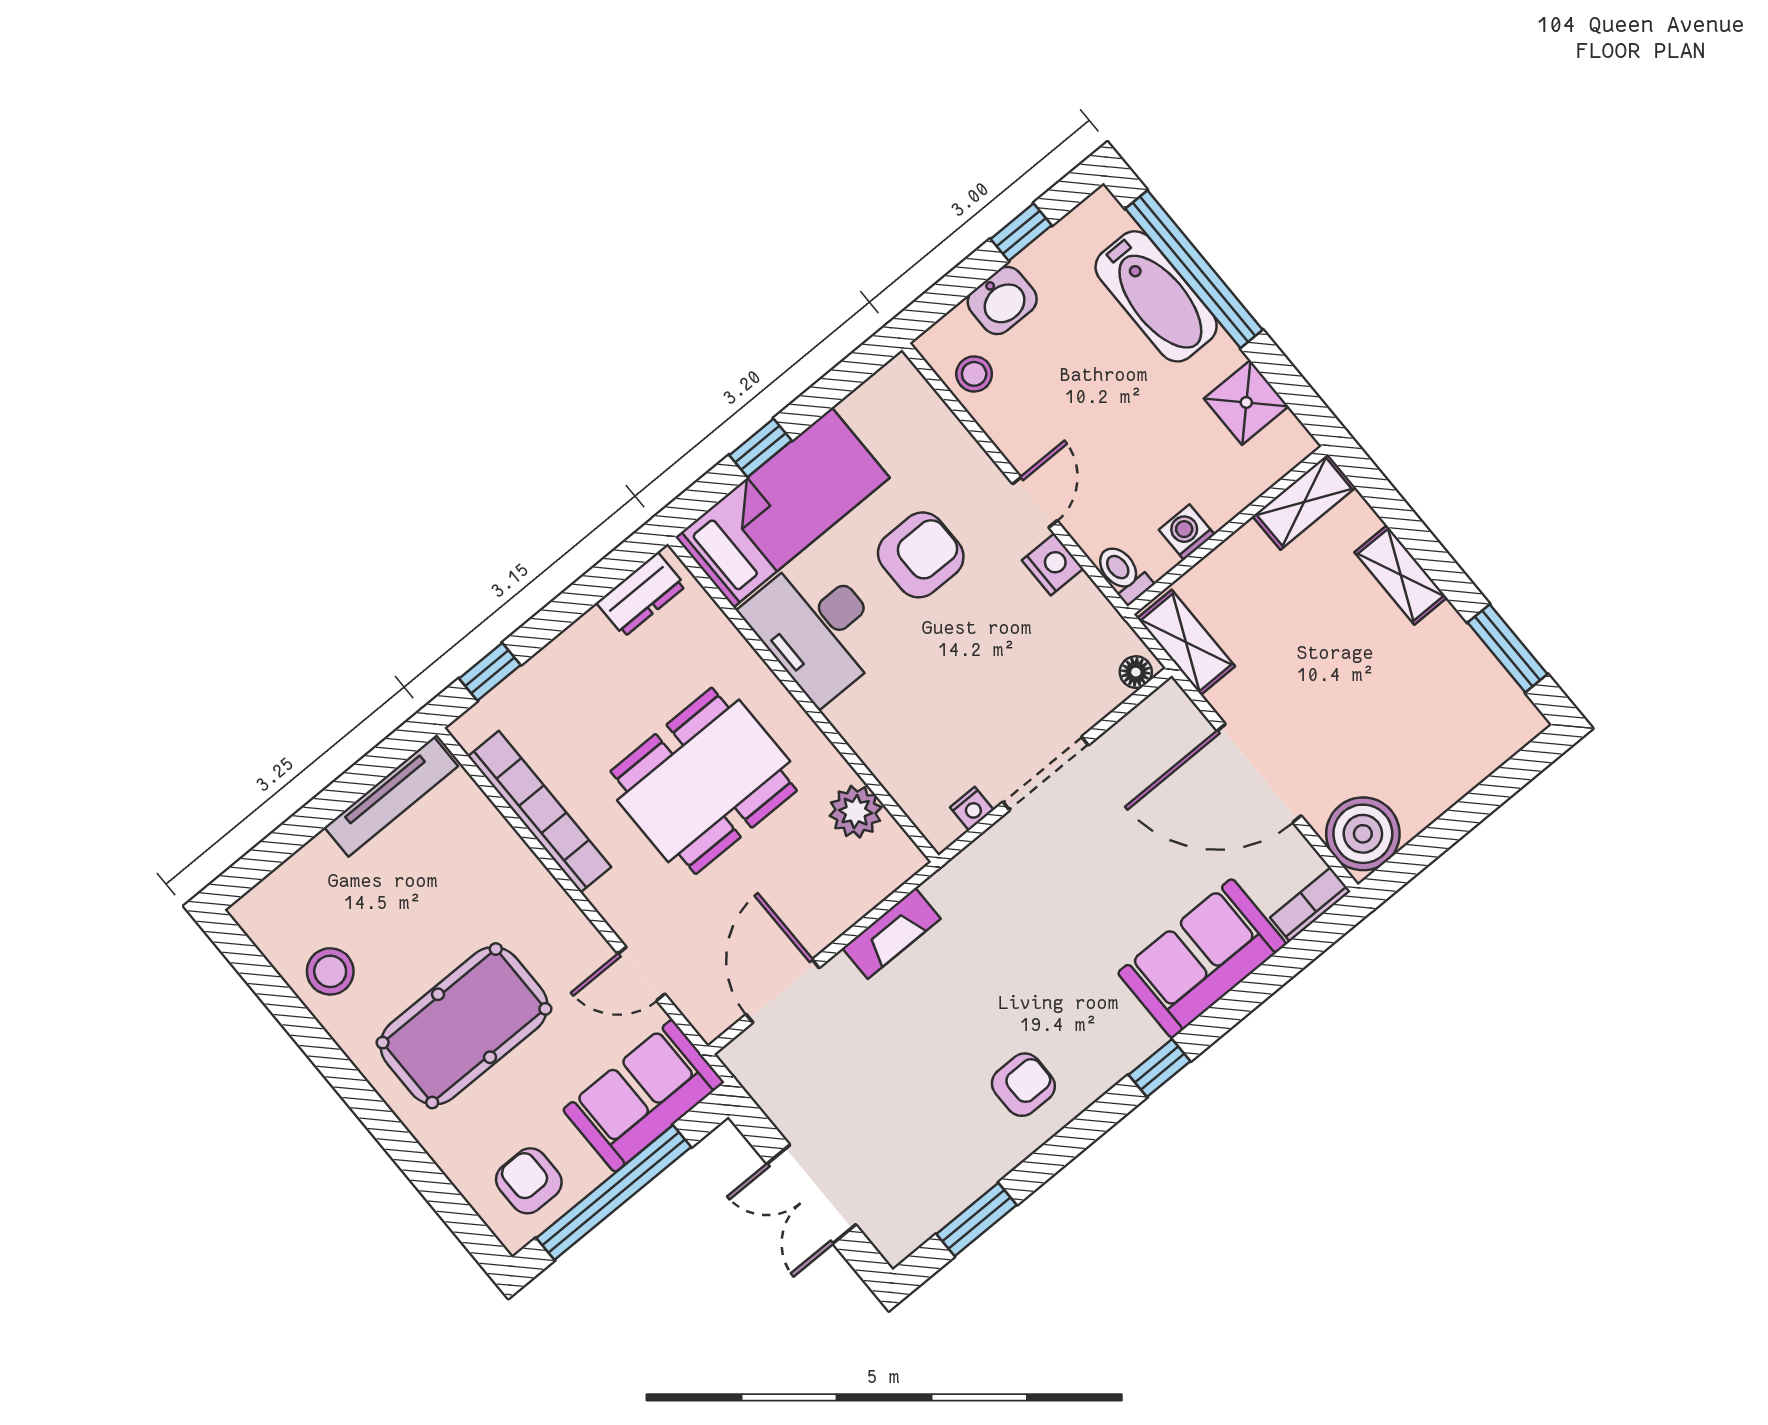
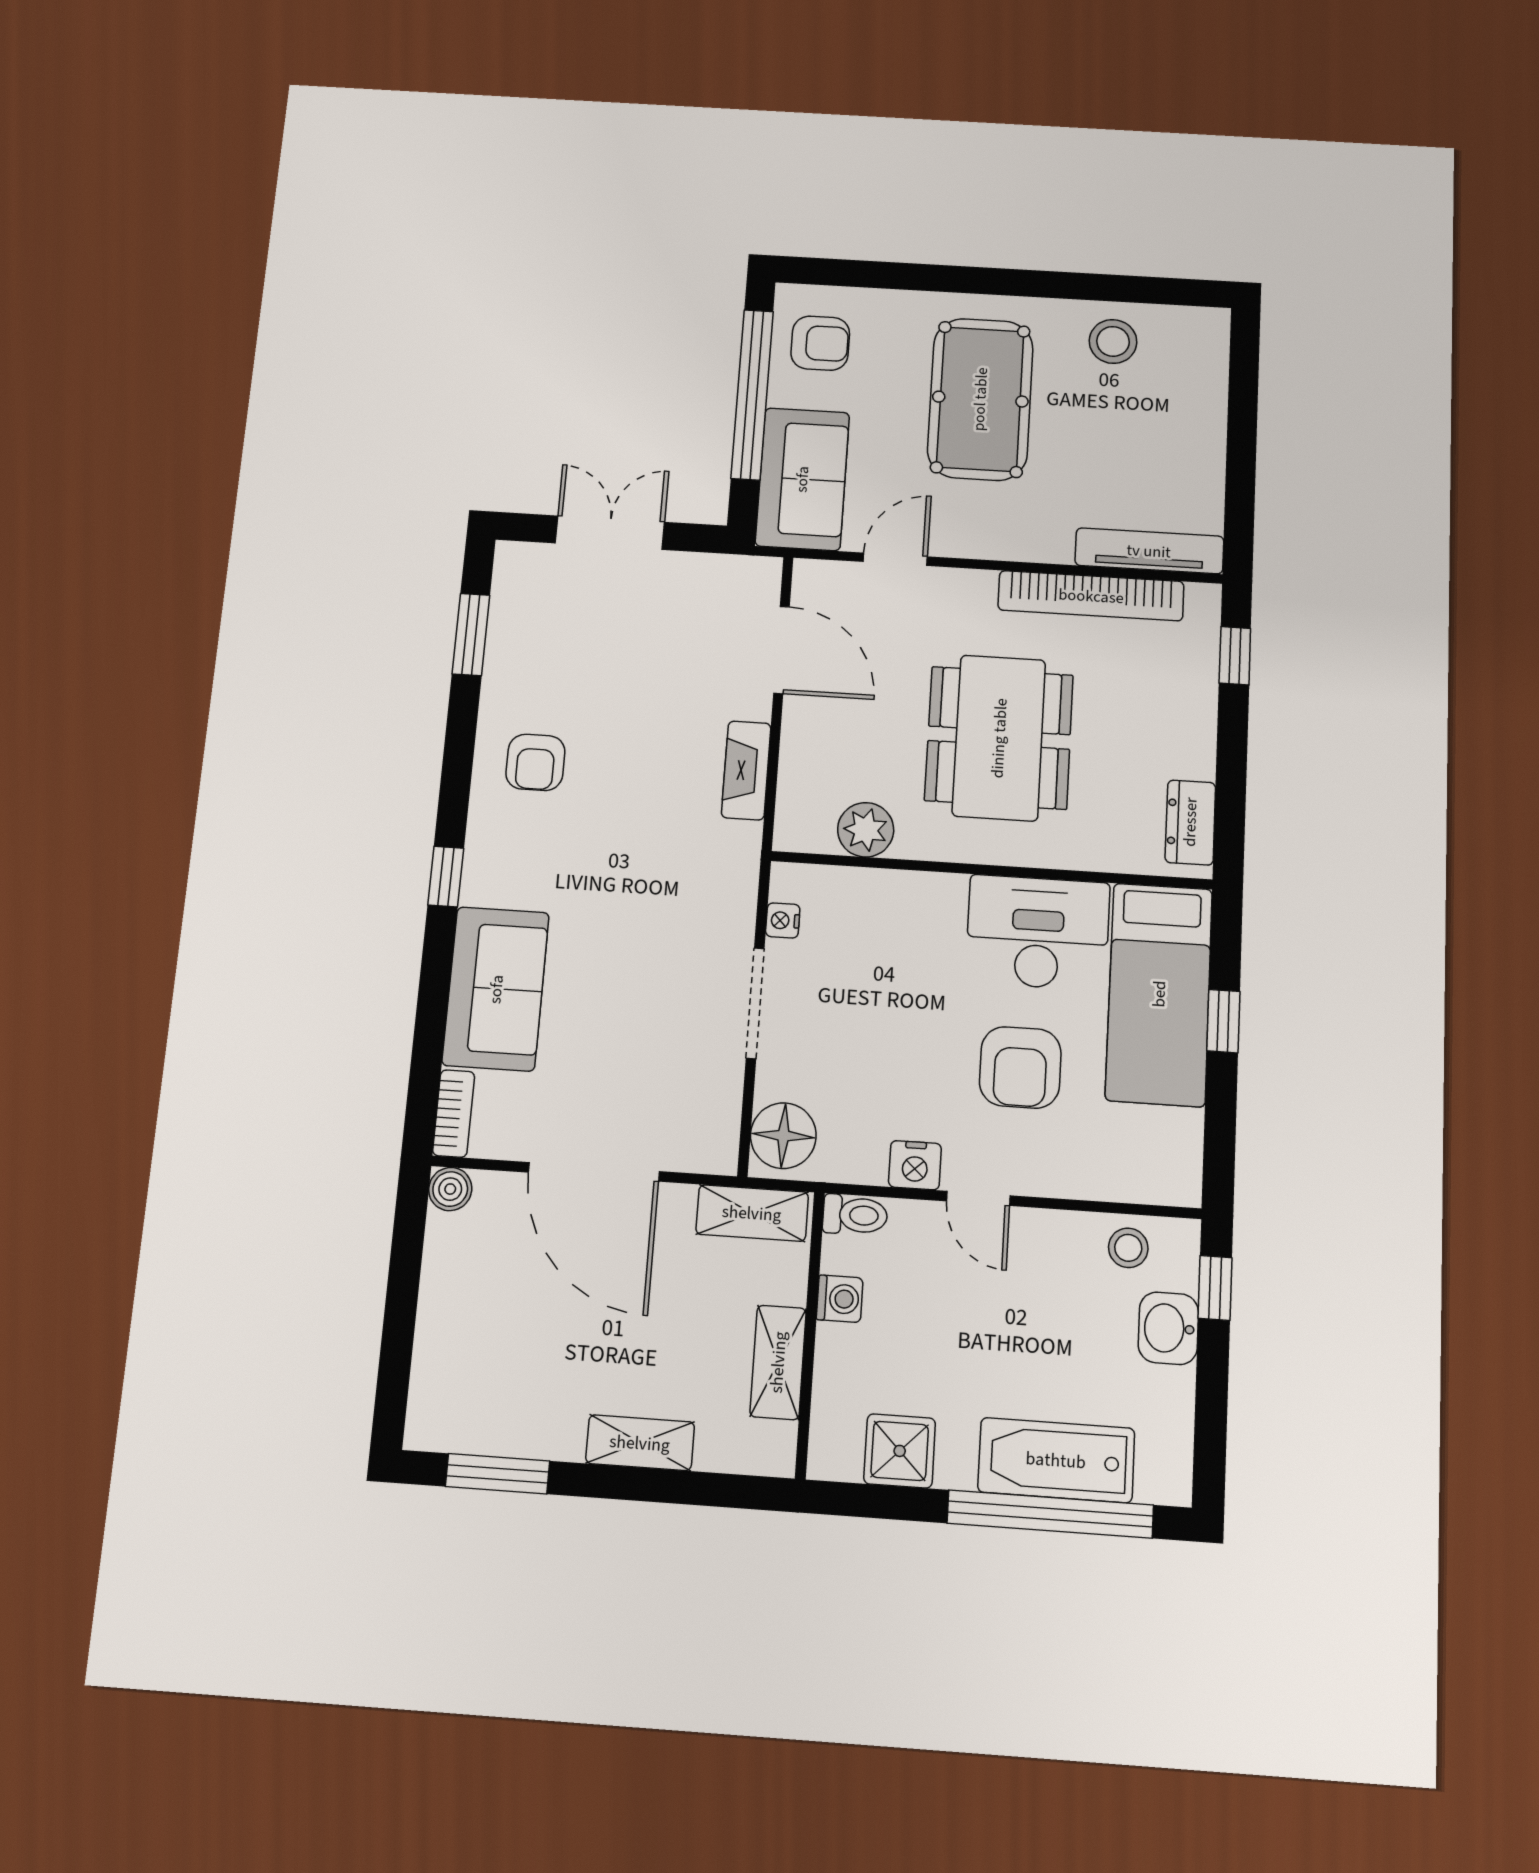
window: (1021, 232) -> (1215, 1288), moved
shelving: (1304, 502) -> (778, 1362), moved
floor lamp: (1136, 672) -> (783, 1136), width x1.89, depth x1.89
door: (1259, 773) -> (594, 1172), swing flipped
tv unit: (391, 797) -> (1149, 551), moved, turned 90
boiler: (1363, 834) -> (450, 1189), width x0.54, depth x0.54

